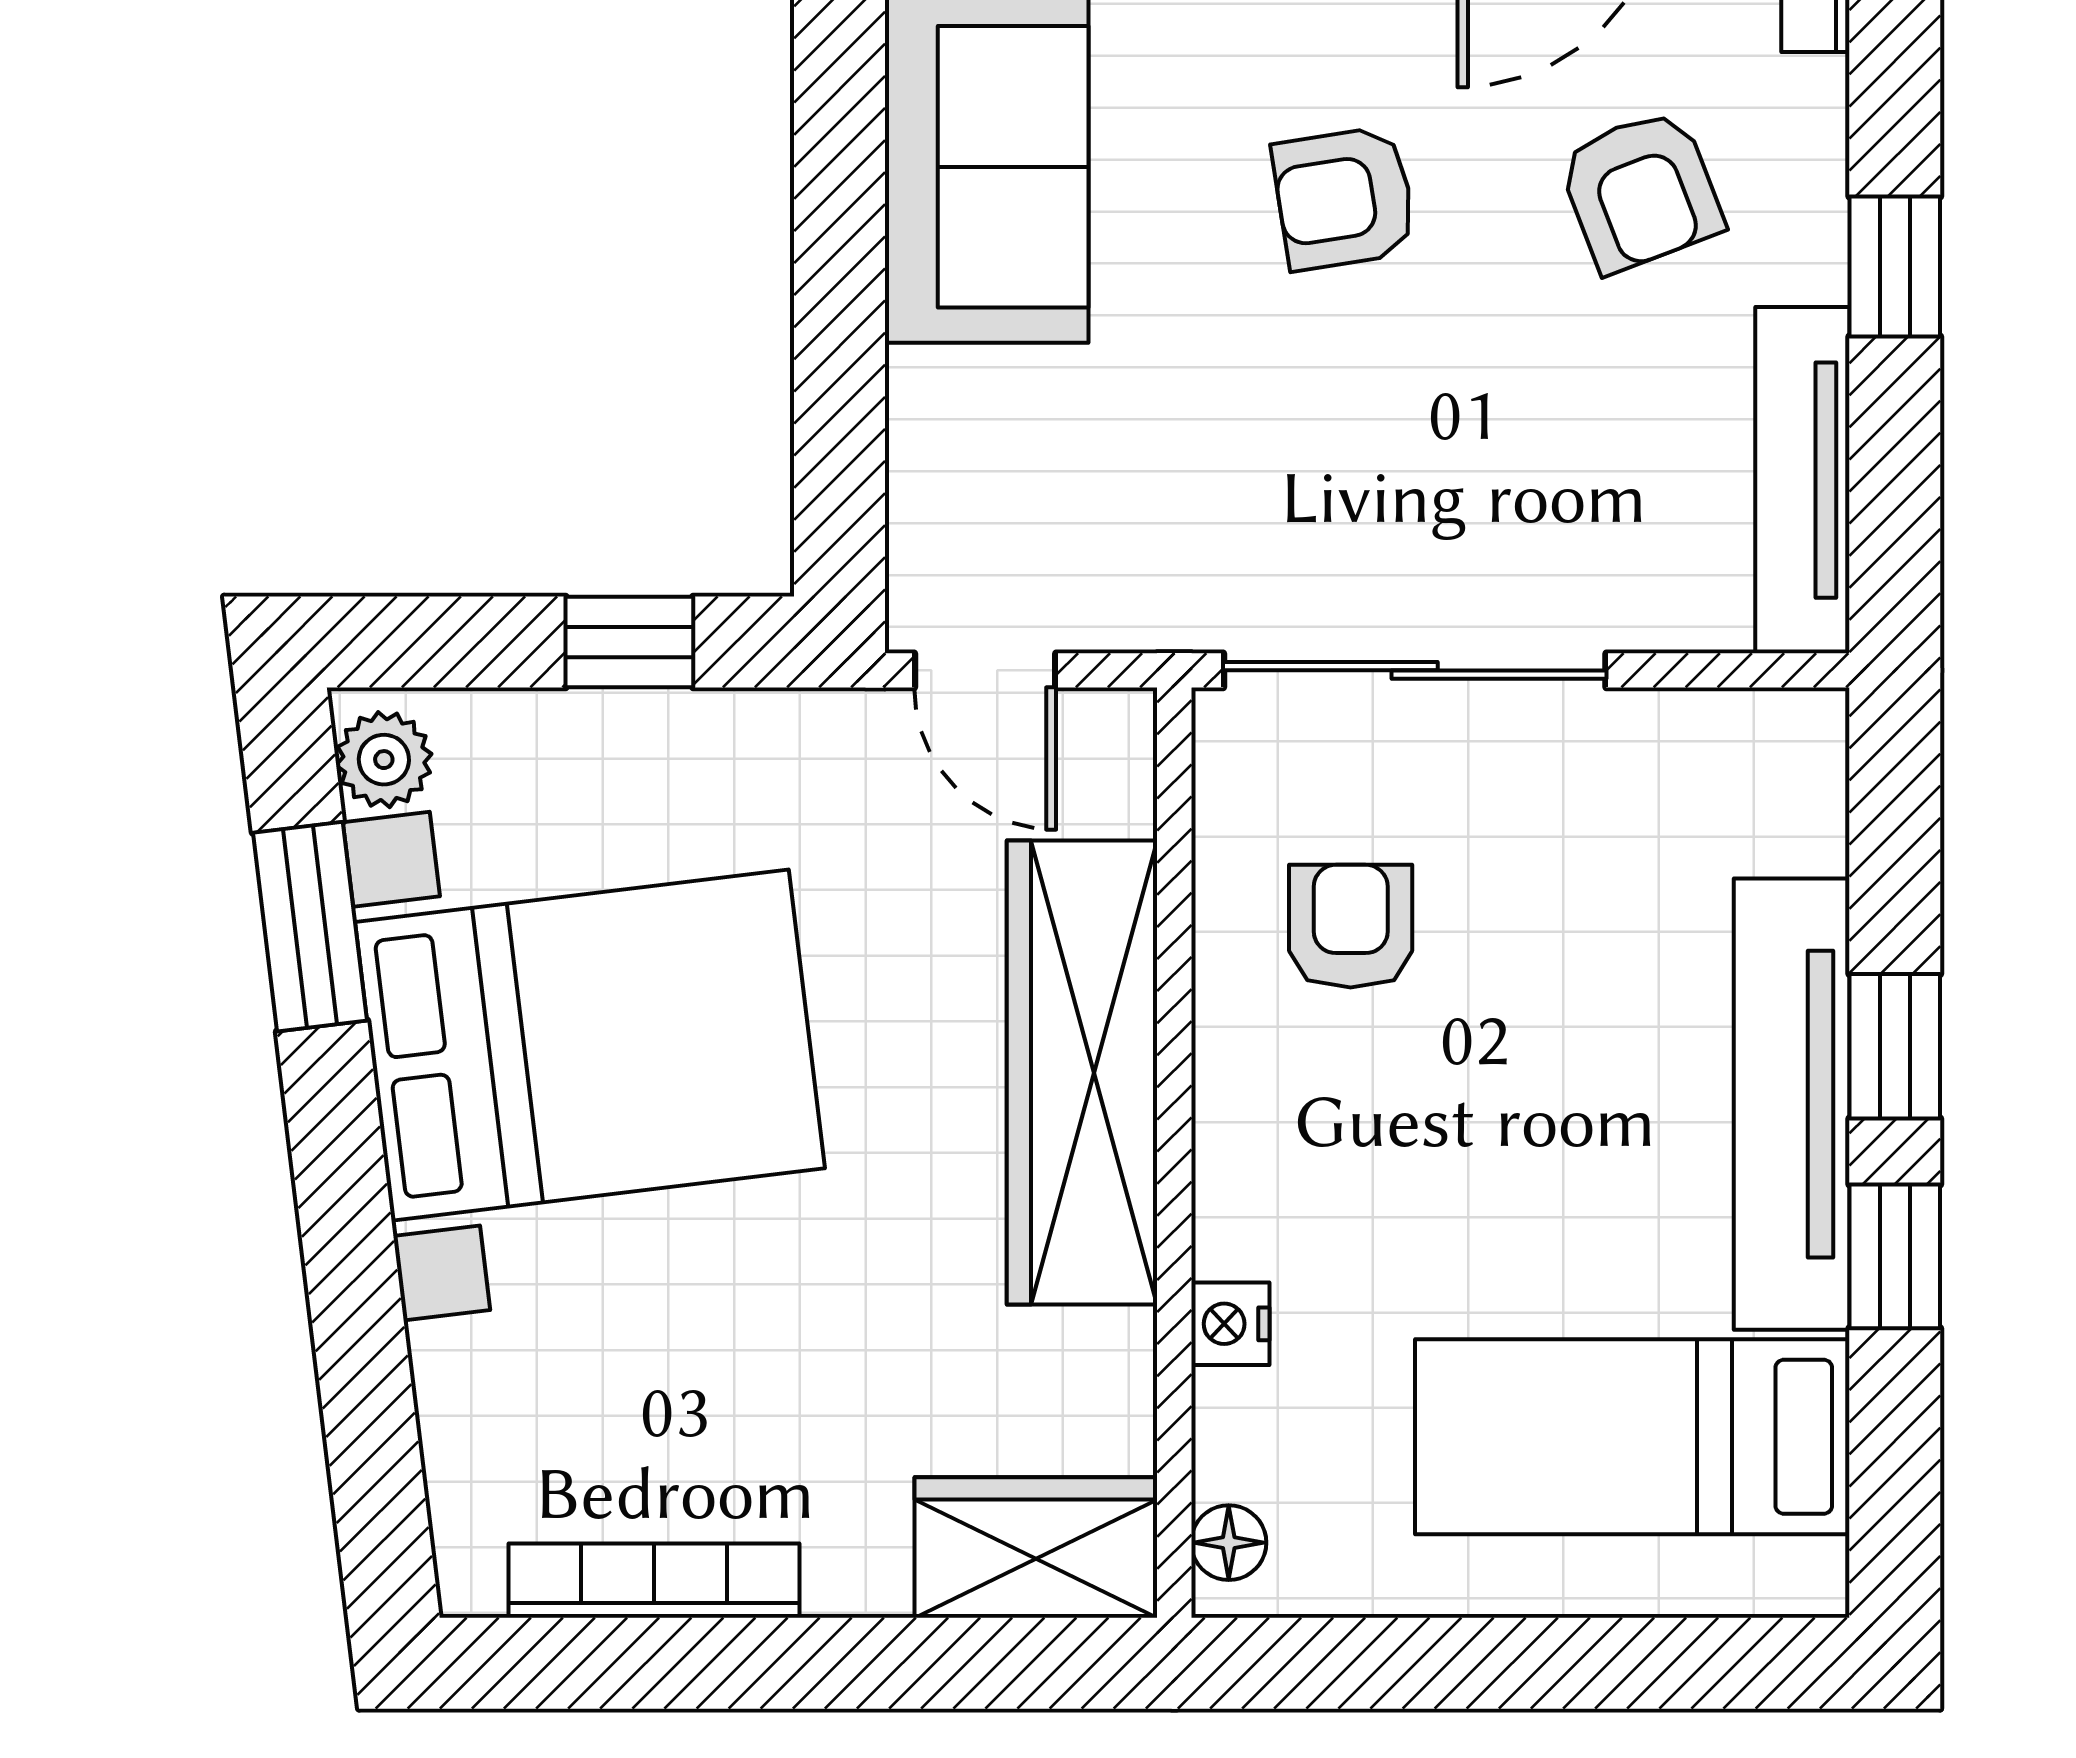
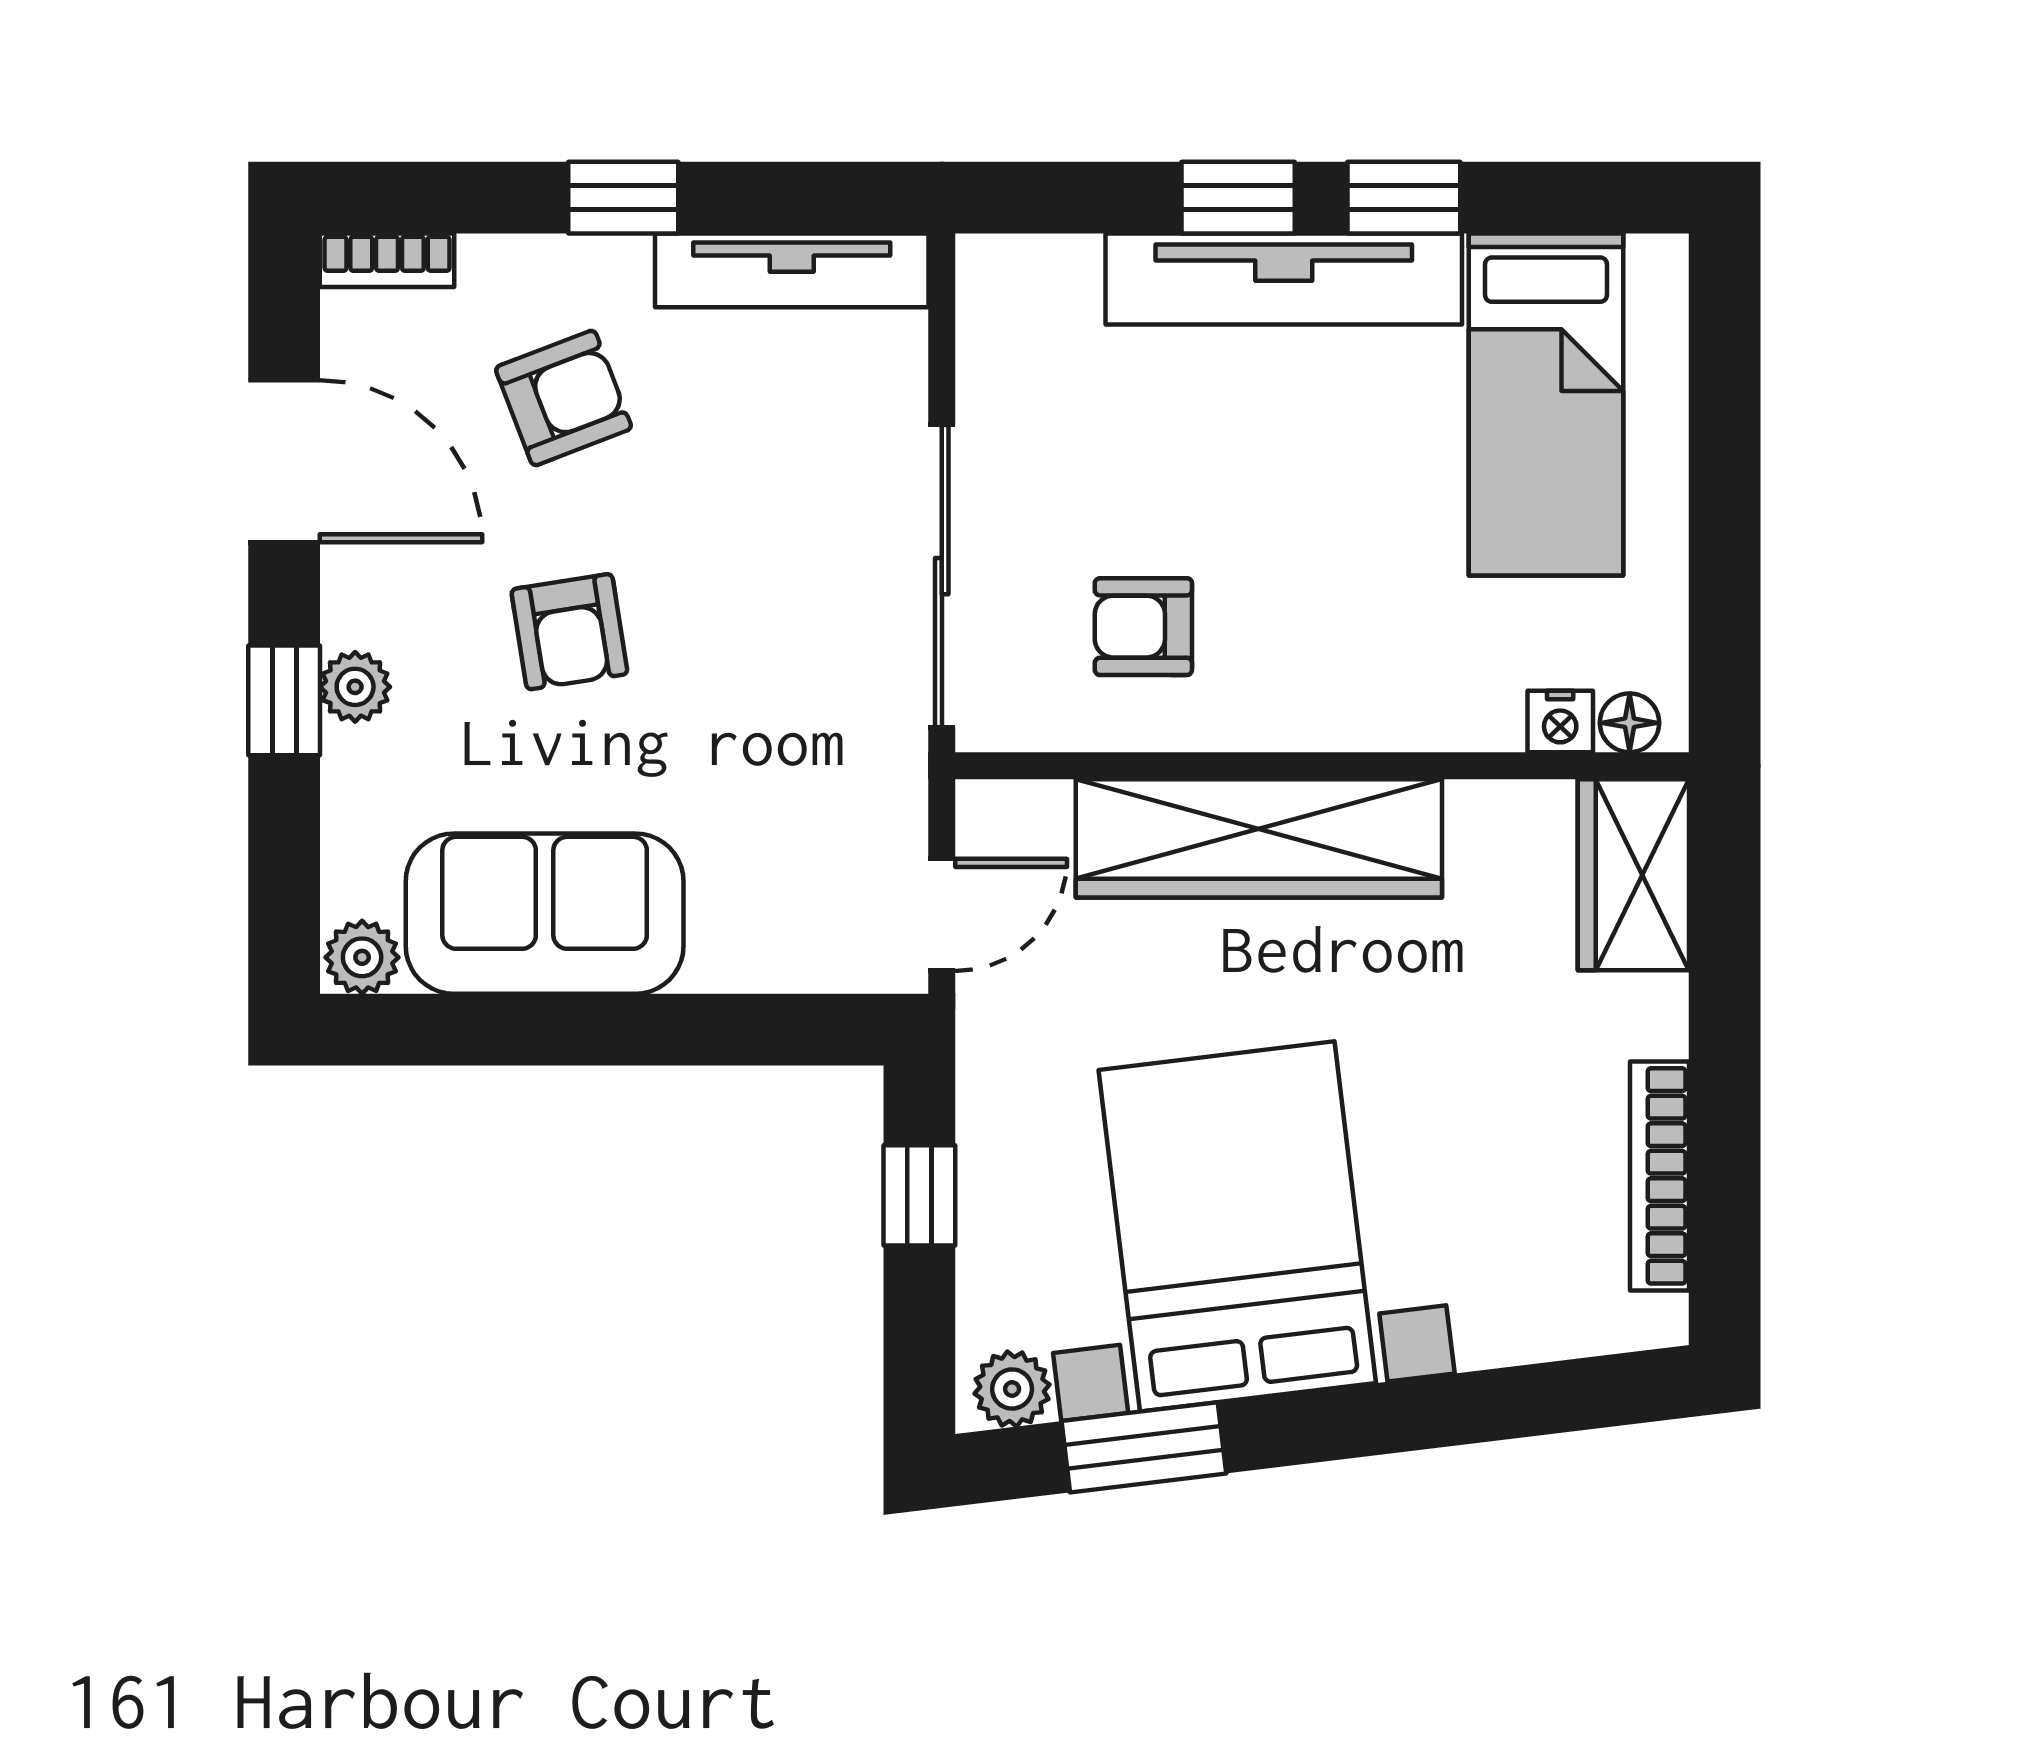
nightstand: (1230, 1324) -> (1560, 722), moved

